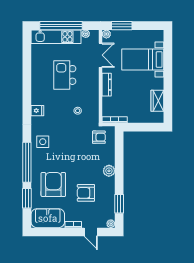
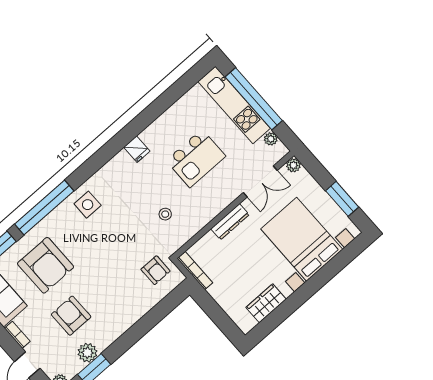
window: (122, 26) -> (342, 199), moved
bed with nightstands: (143, 60) -> (302, 239), width x1.36
kitchen island: (65, 75) -> (196, 158), turned 180
fridge: (37, 111) -> (137, 149), moved
plant: (109, 171) -> (87, 353), moved
armchair: (53, 184) -> (46, 265), turned 90

